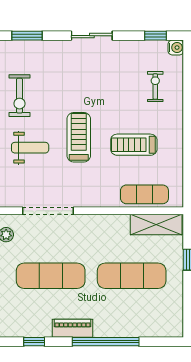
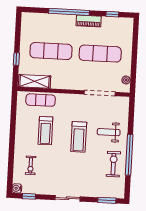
treadmill: (134, 145) -> (45, 131), turned 90

